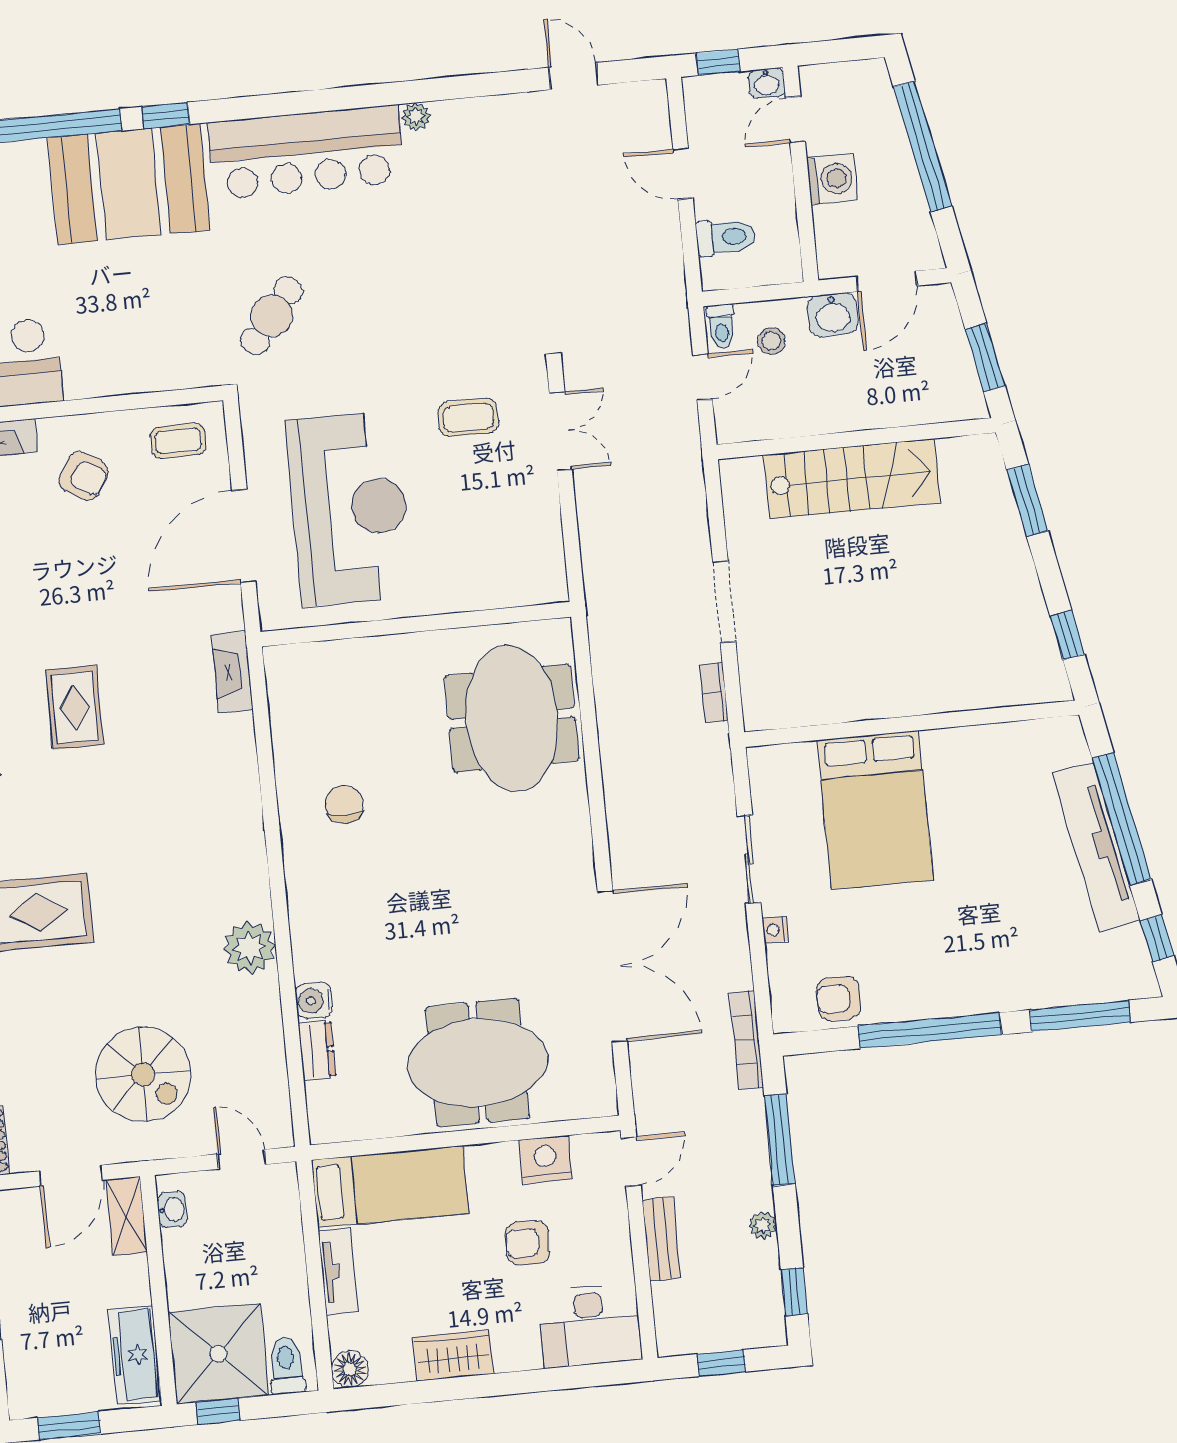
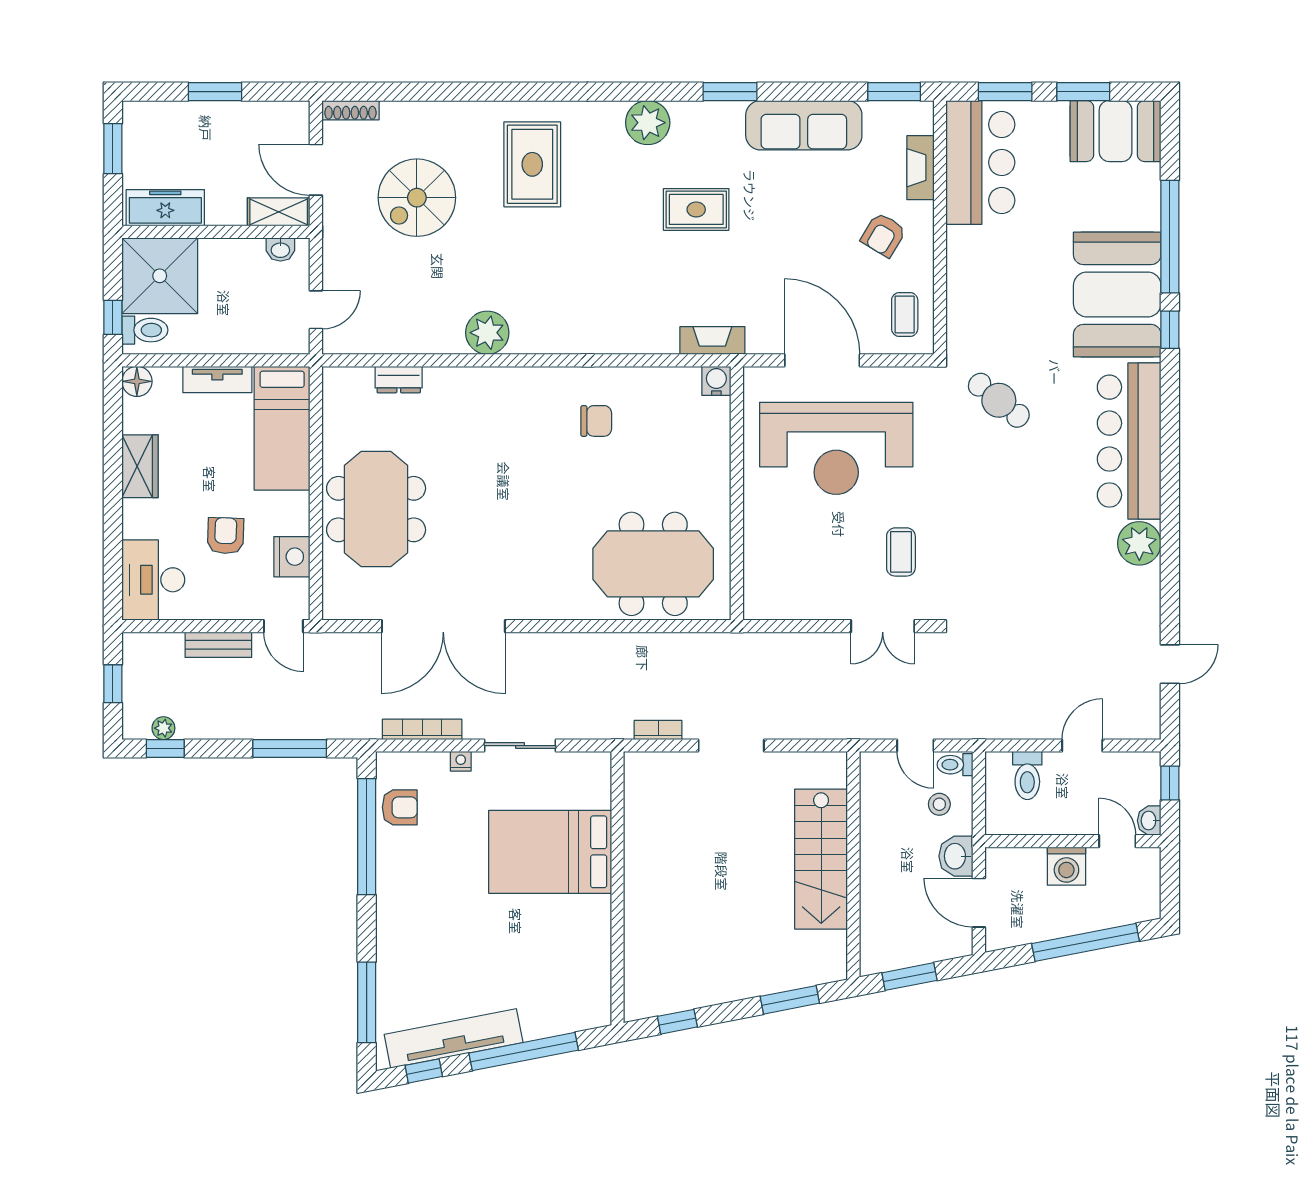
plant: (416, 117) -> (1139, 543), width x1.88, depth x1.88
tv unit: (1096, 847) -> (454, 1038), moved
armchair: (838, 999) -> (400, 807), turned 90
water cooler: (314, 1001) -> (716, 381), moved
window: (929, 1031) -> (367, 837), moved
bookcase: (747, 1040) -> (422, 729), moved
spiral stairs: (143, 1074) -> (417, 198), moved
plant: (763, 1225) -> (163, 728), moved
window: (218, 1411) -> (113, 317), moved

